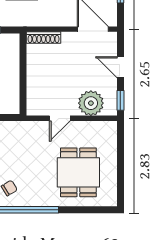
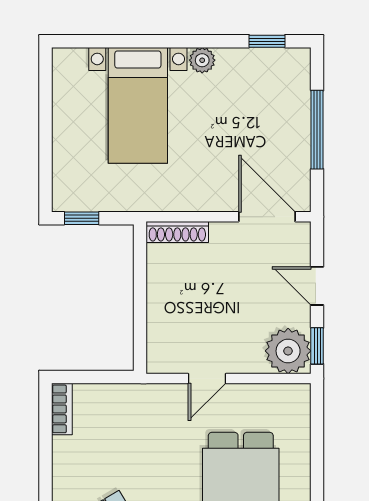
plant: (91, 103) -> (288, 351), moved

